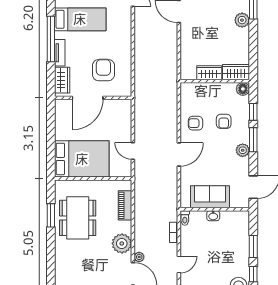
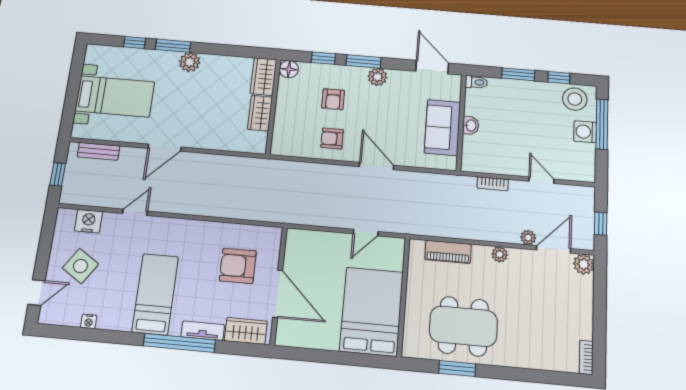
armchair: (224, 121) -> (333, 99), turned 90
armchair: (195, 123) -> (332, 139), turned 90
toilet: (185, 218) -> (476, 82), moved
plant: (122, 243) -> (500, 254), width x0.53, depth x0.53

